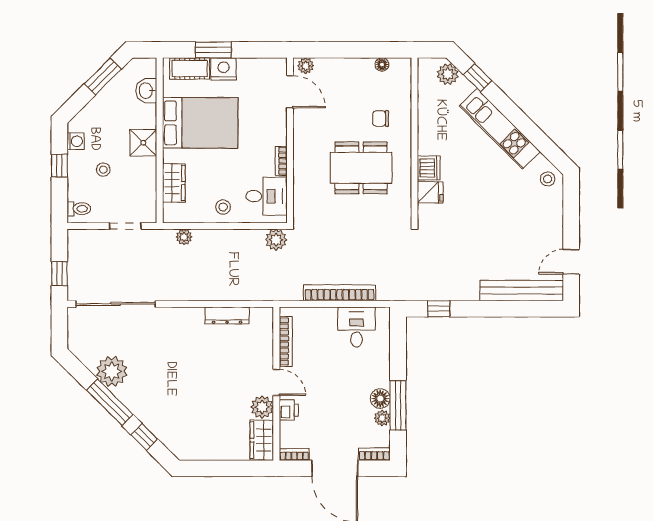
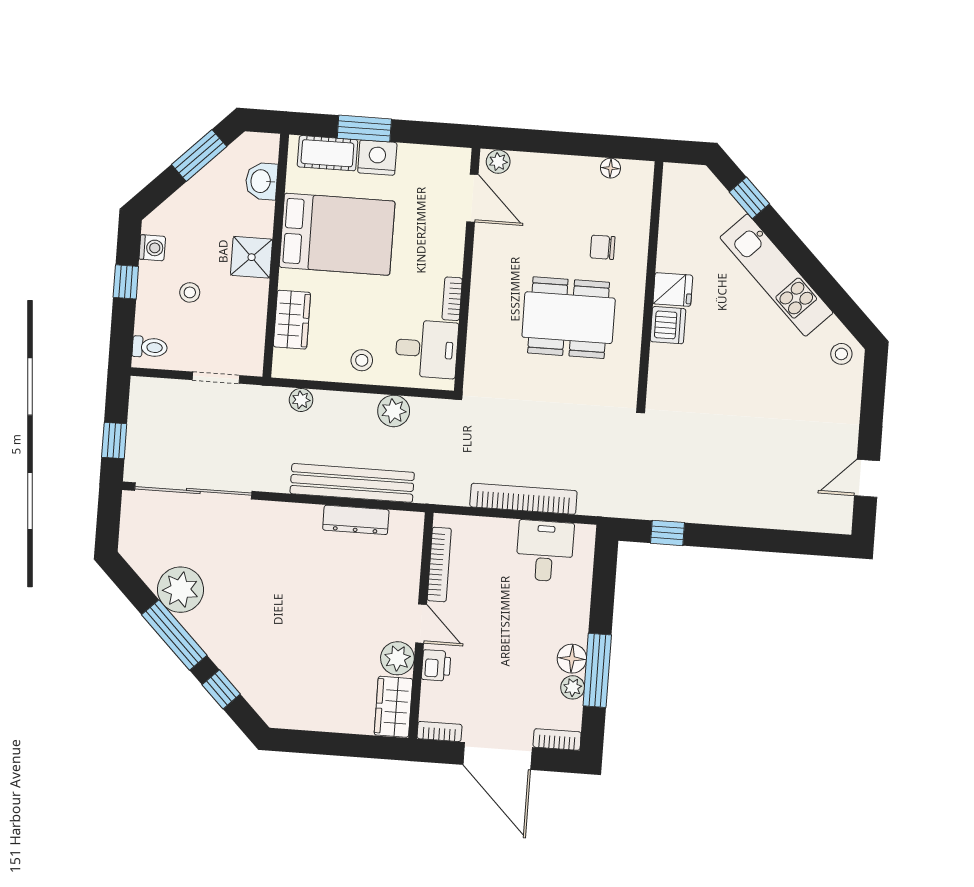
plant: (448, 74) -> (706, 189), removed
fridge: (430, 192) -> (673, 289), moved
plant: (276, 240) -> (394, 411), moved
bench: (522, 291) -> (352, 483), moved

